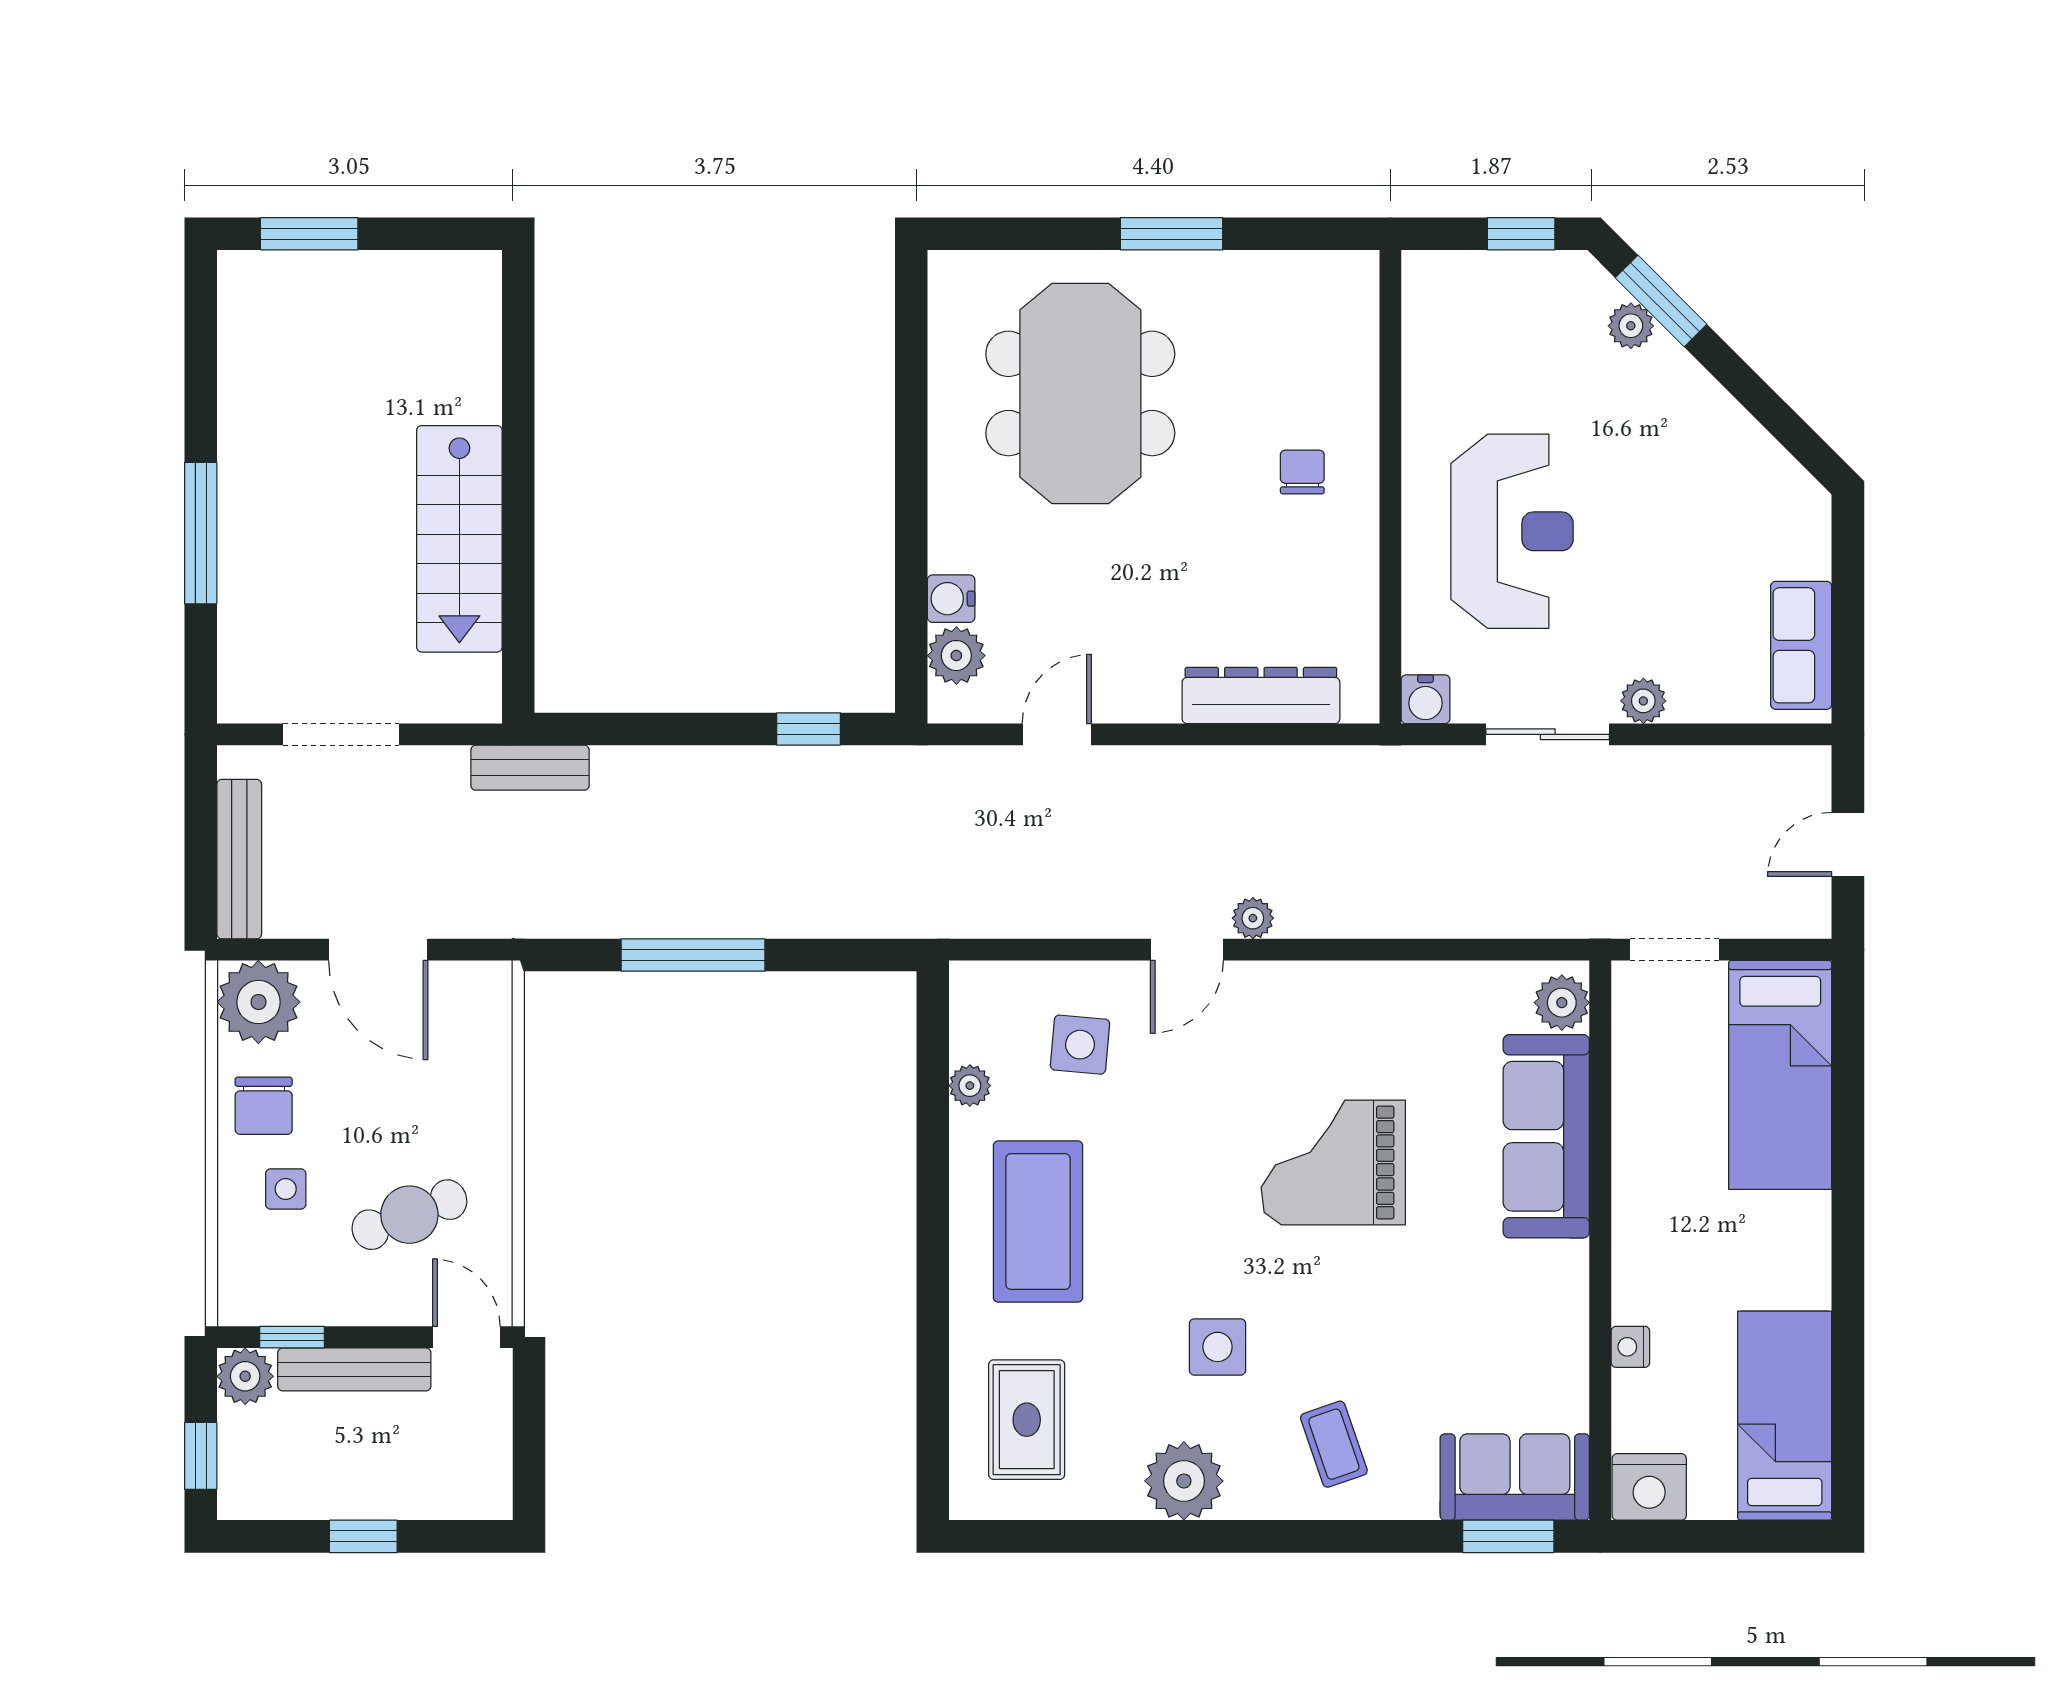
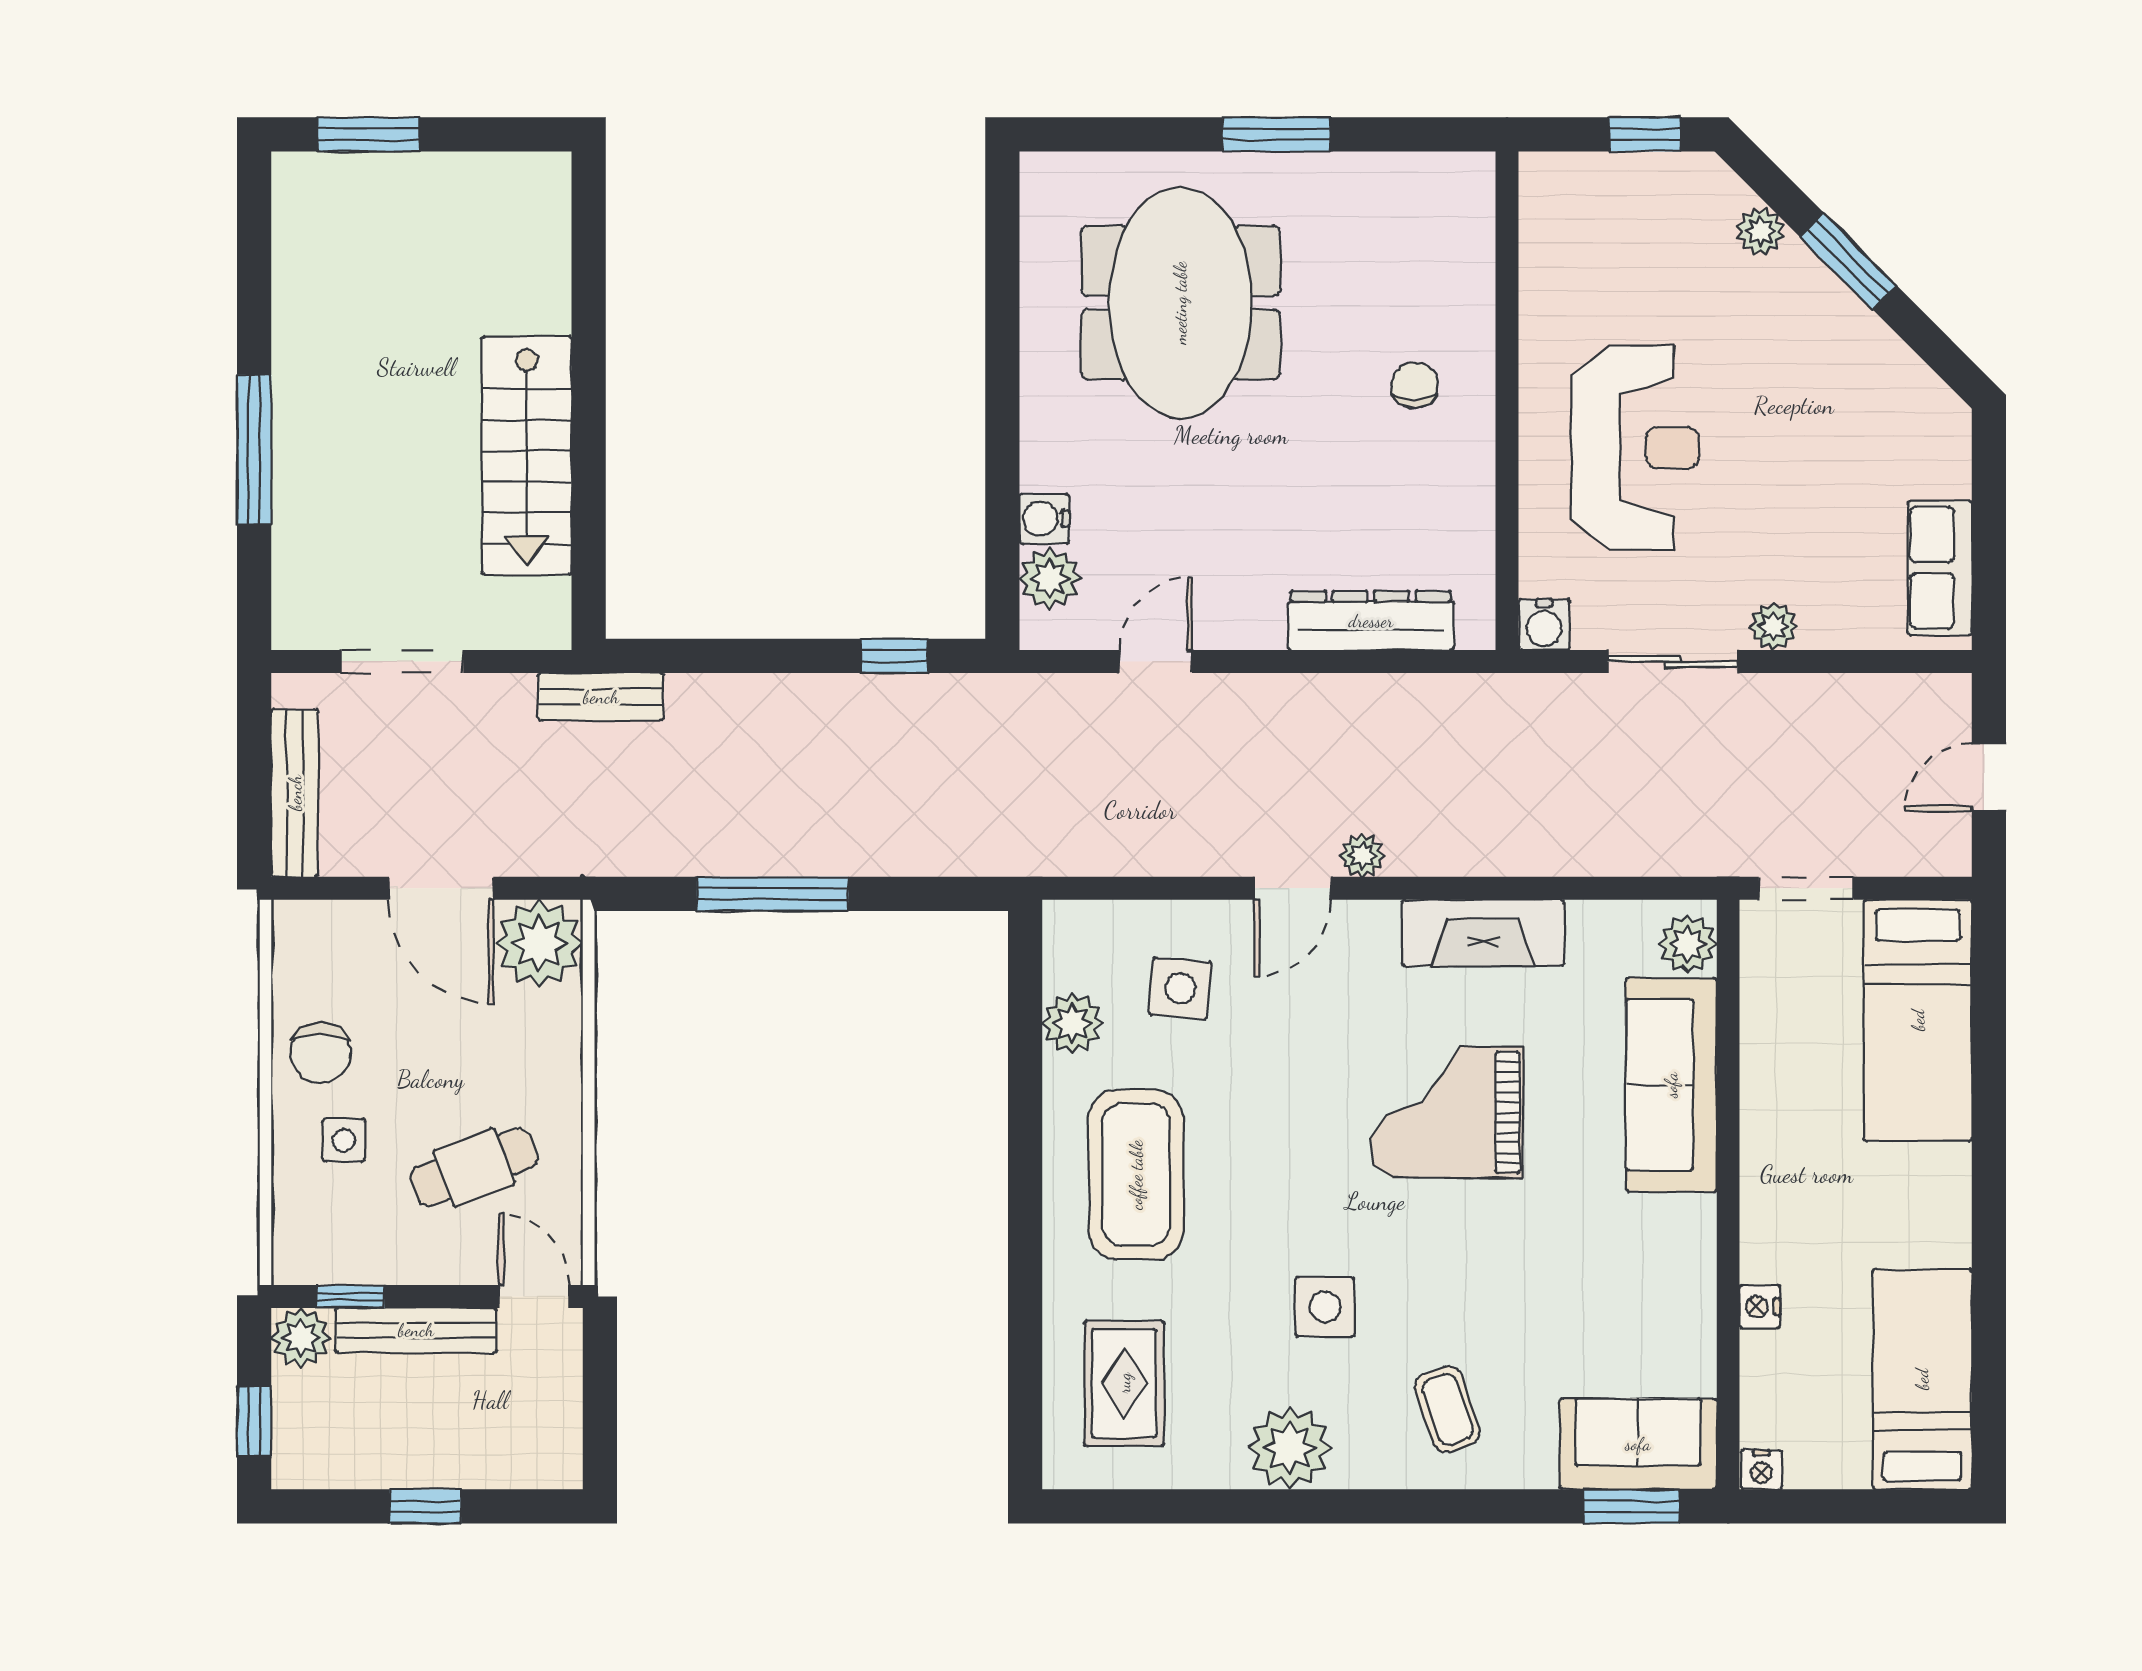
window: (1661, 301) -> (1848, 261), moved
fireplace: (1368, 992) -> (1483, 933), added
plant: (258, 1002) -> (539, 943), moved
plant: (970, 1086) -> (1072, 1023), width x1.38, depth x1.38
nightstand: (1649, 1487) -> (1761, 1470), width x0.53, depth x0.56

